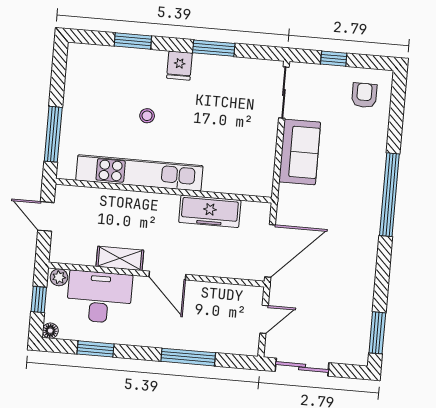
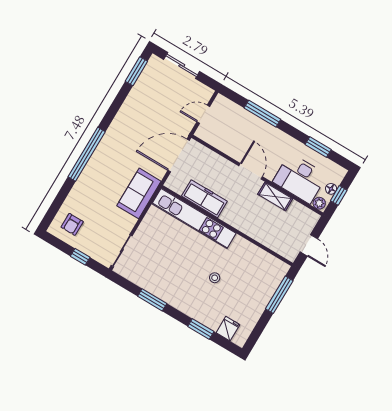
fridge: (179, 66) -> (228, 329), moved
sofa: (300, 152) -> (139, 193), moved
kitchen unit: (139, 173) -> (194, 219), moved
floor lamp: (50, 331) -> (331, 189), moved
sliding door: (302, 367) -> (182, 65), moved

